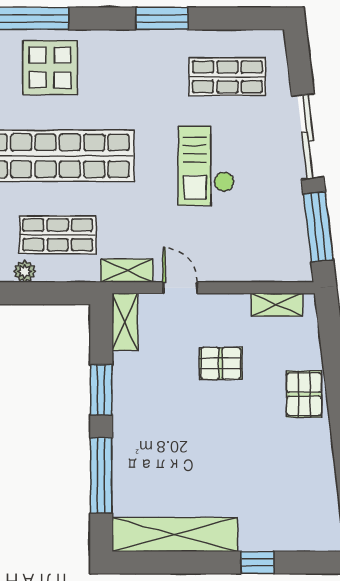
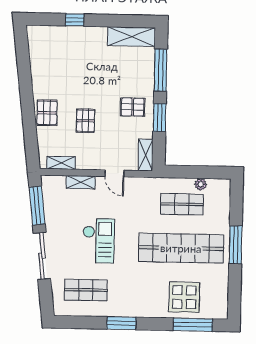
shelving: (127, 271) -> (81, 182), moved
pallet: (221, 363) -> (86, 121), moved, turned 90
pallet: (150, 408) -> (133, 107), added
shelving: (175, 534) -> (131, 37), width x0.68

